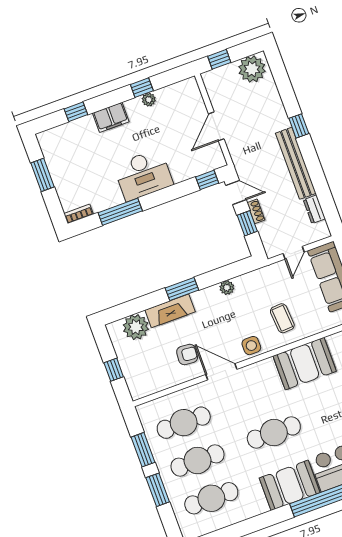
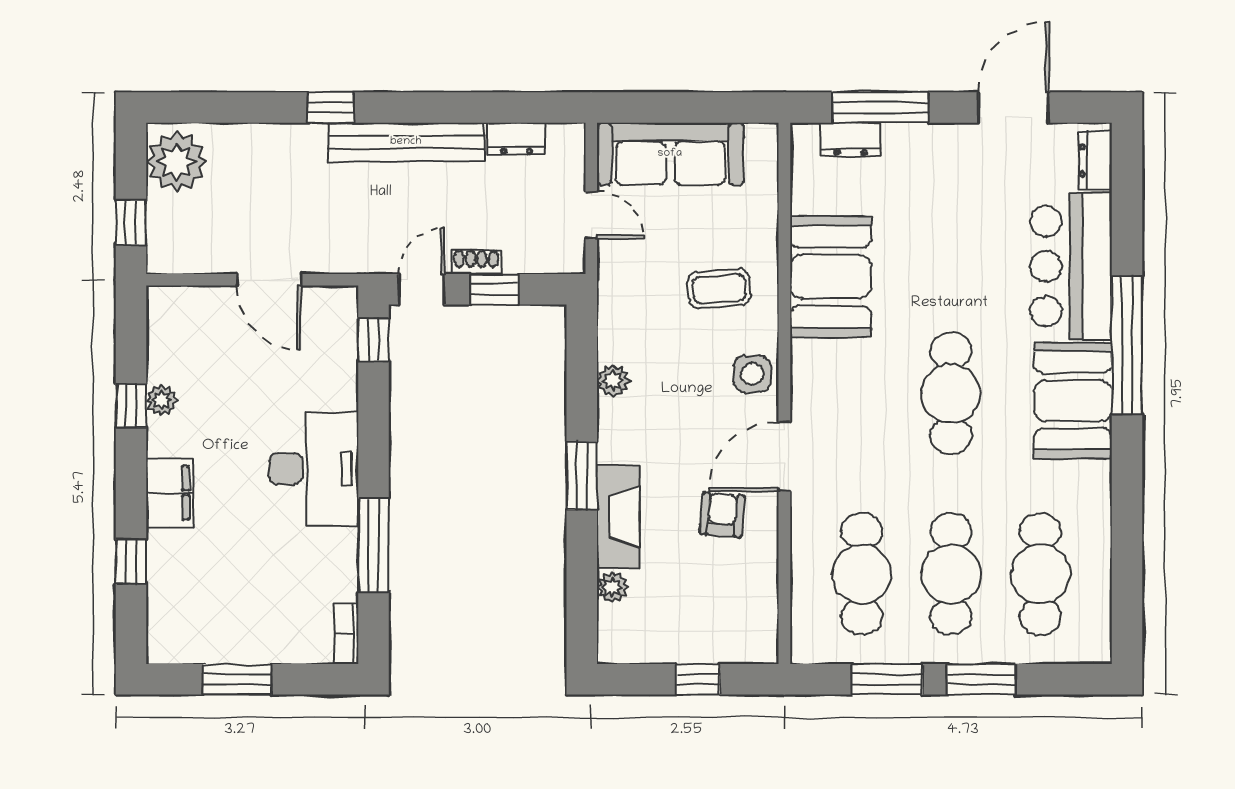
plant: (136, 327) -> (612, 587), width x0.53, depth x0.53

